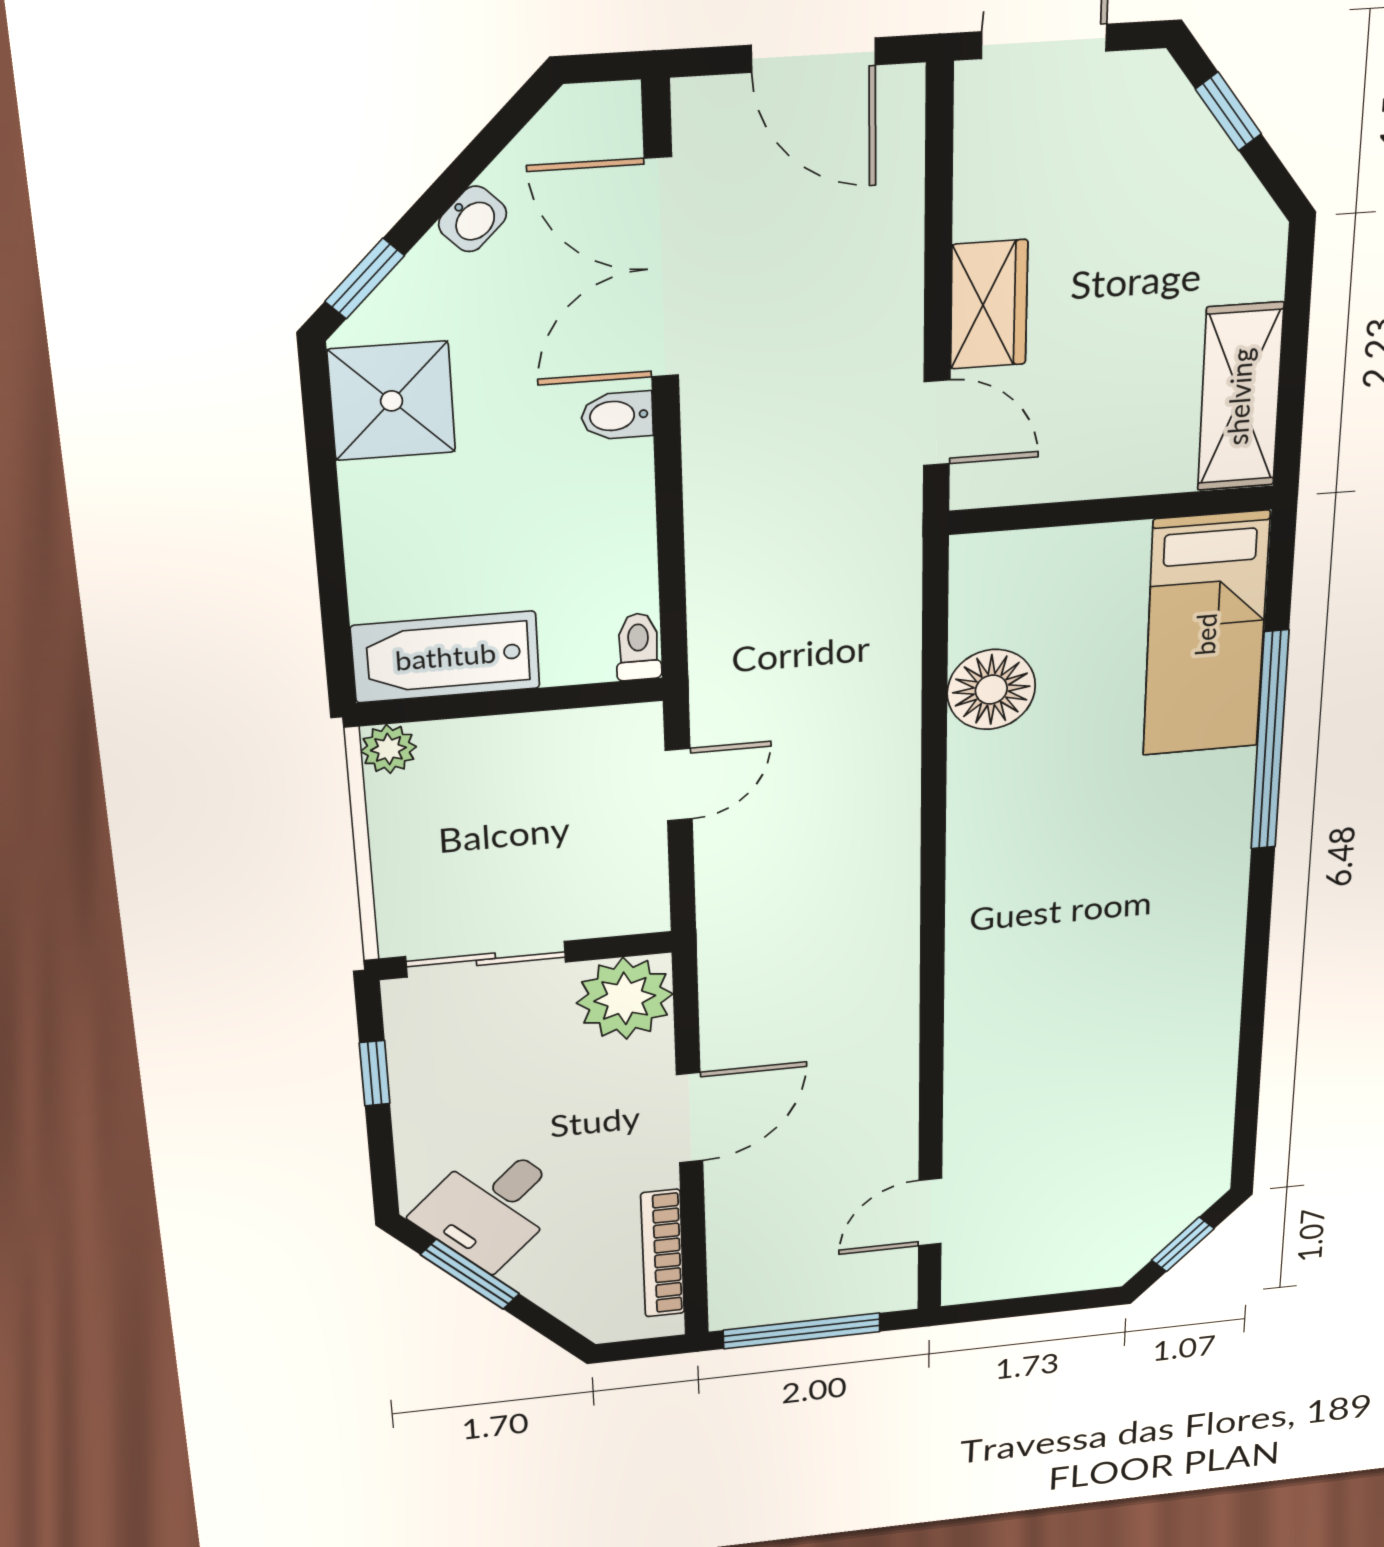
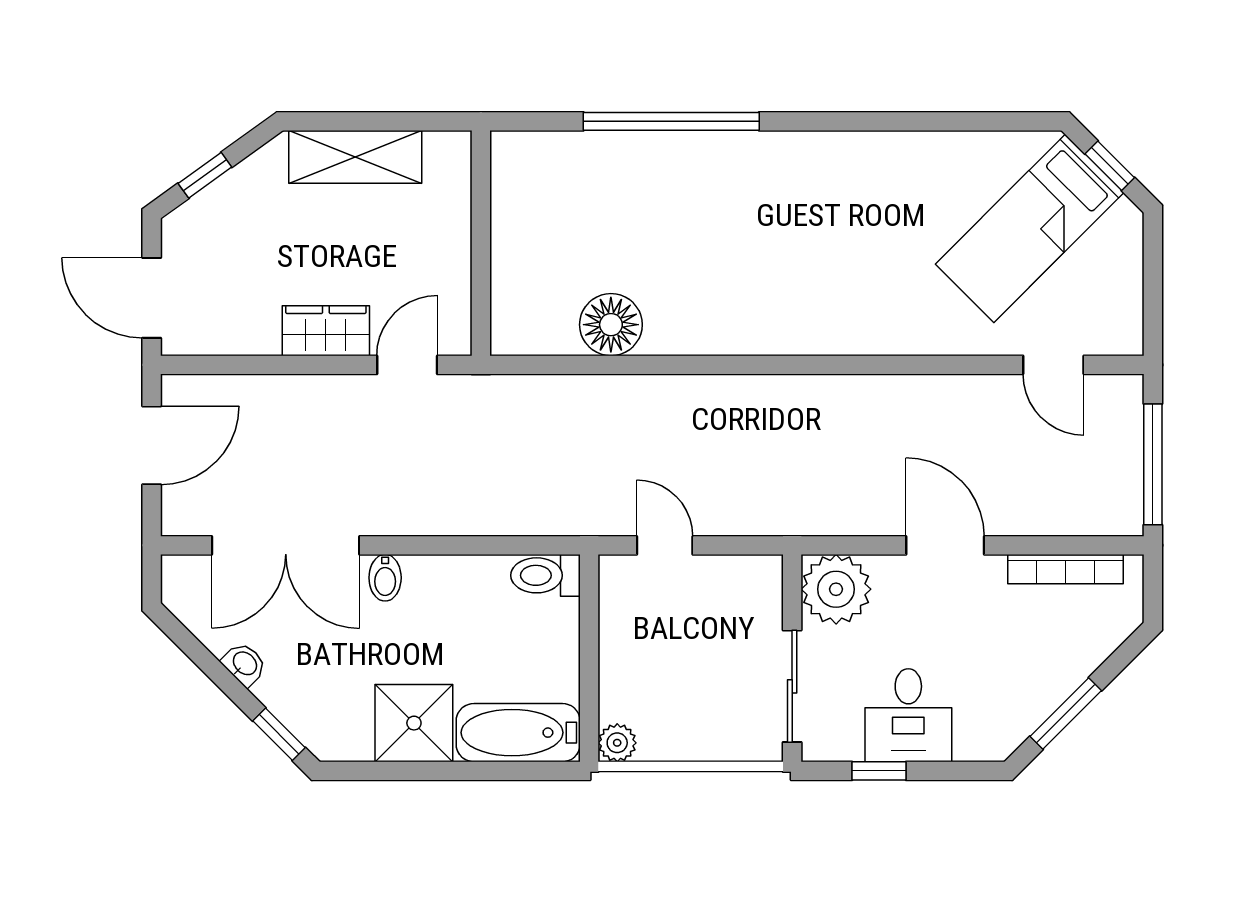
shelving: (1240, 397) -> (355, 157), moved
shower: (392, 401) -> (414, 723), moved
bed: (1206, 634) -> (1030, 228), moved, turned 135
toilet: (638, 647) -> (546, 575), width x1.37, depth x1.39
bathtub: (446, 657) -> (518, 733), moved, turned 90
desk: (491, 1206) -> (908, 715), moved, turned 45

